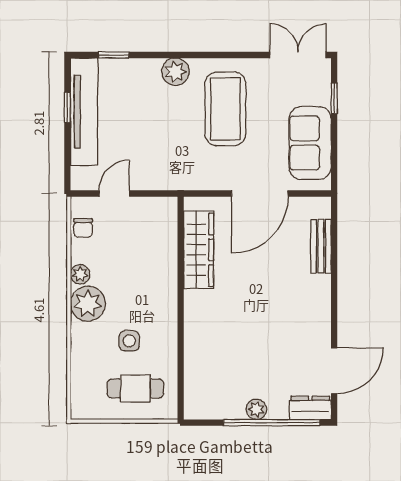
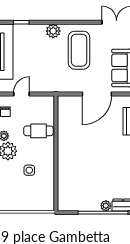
wardrobe: (199, 250) -> (65, 123), removed
cafe table: (135, 388) -> (38, 131), moved
plant: (256, 409) -> (106, 206), moved

